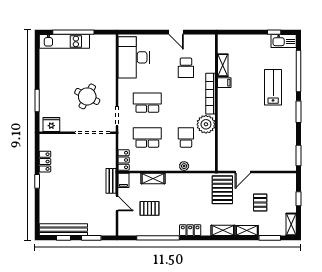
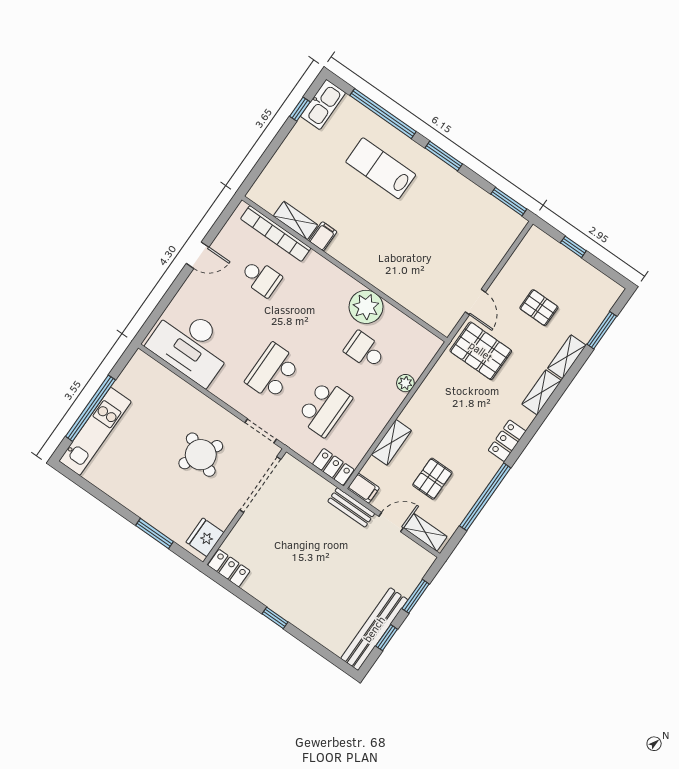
bookcase: (211, 94) -> (276, 233), moved
school desk: (147, 137) -> (325, 408), turned 180
locker: (45, 162) -> (229, 568), moved
shelving: (291, 224) -> (425, 532), moved

